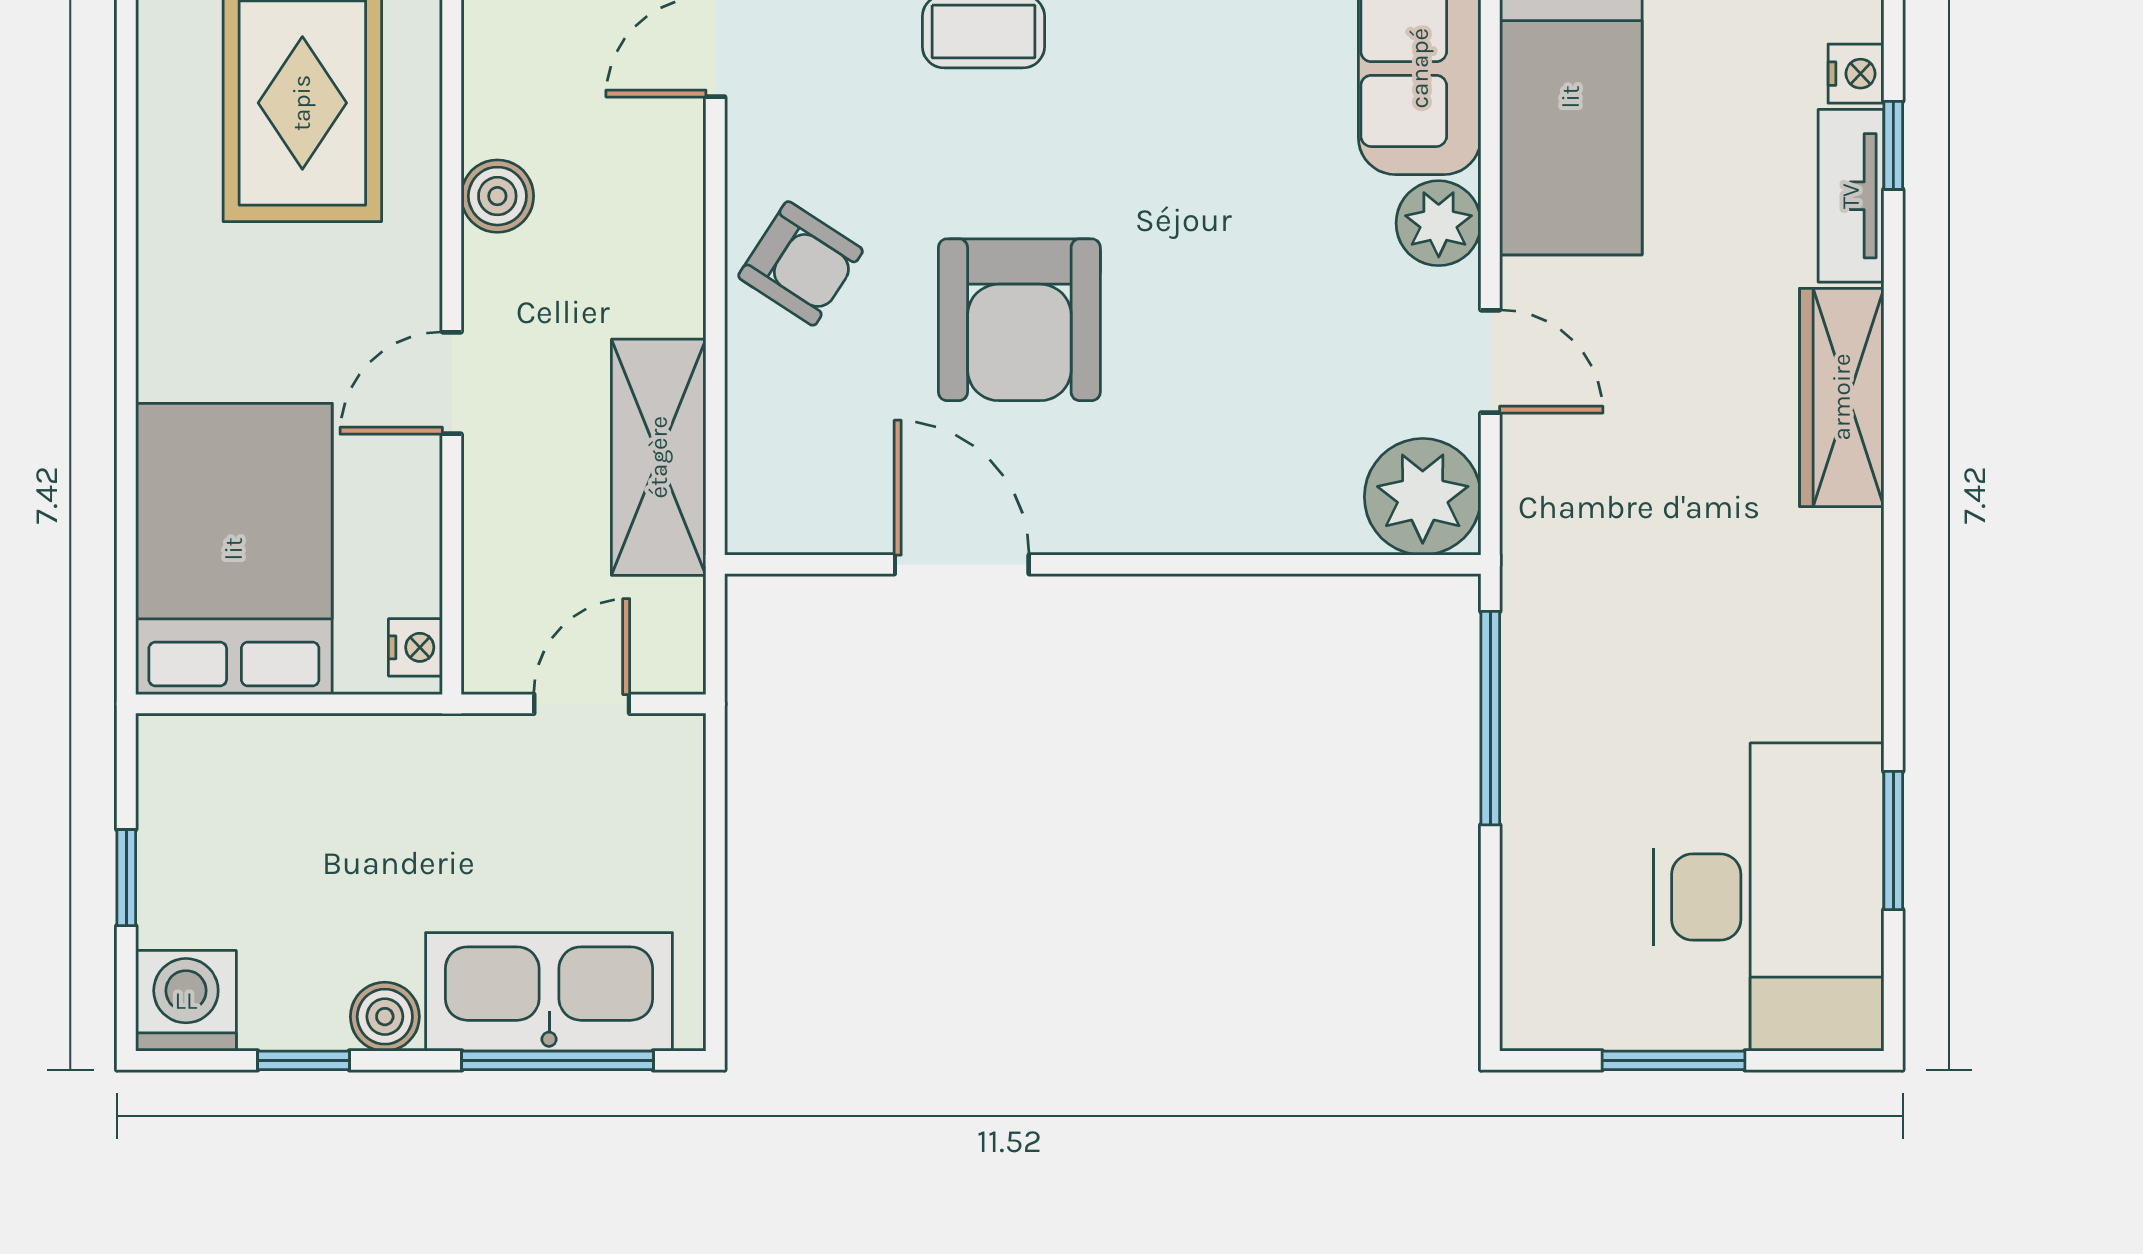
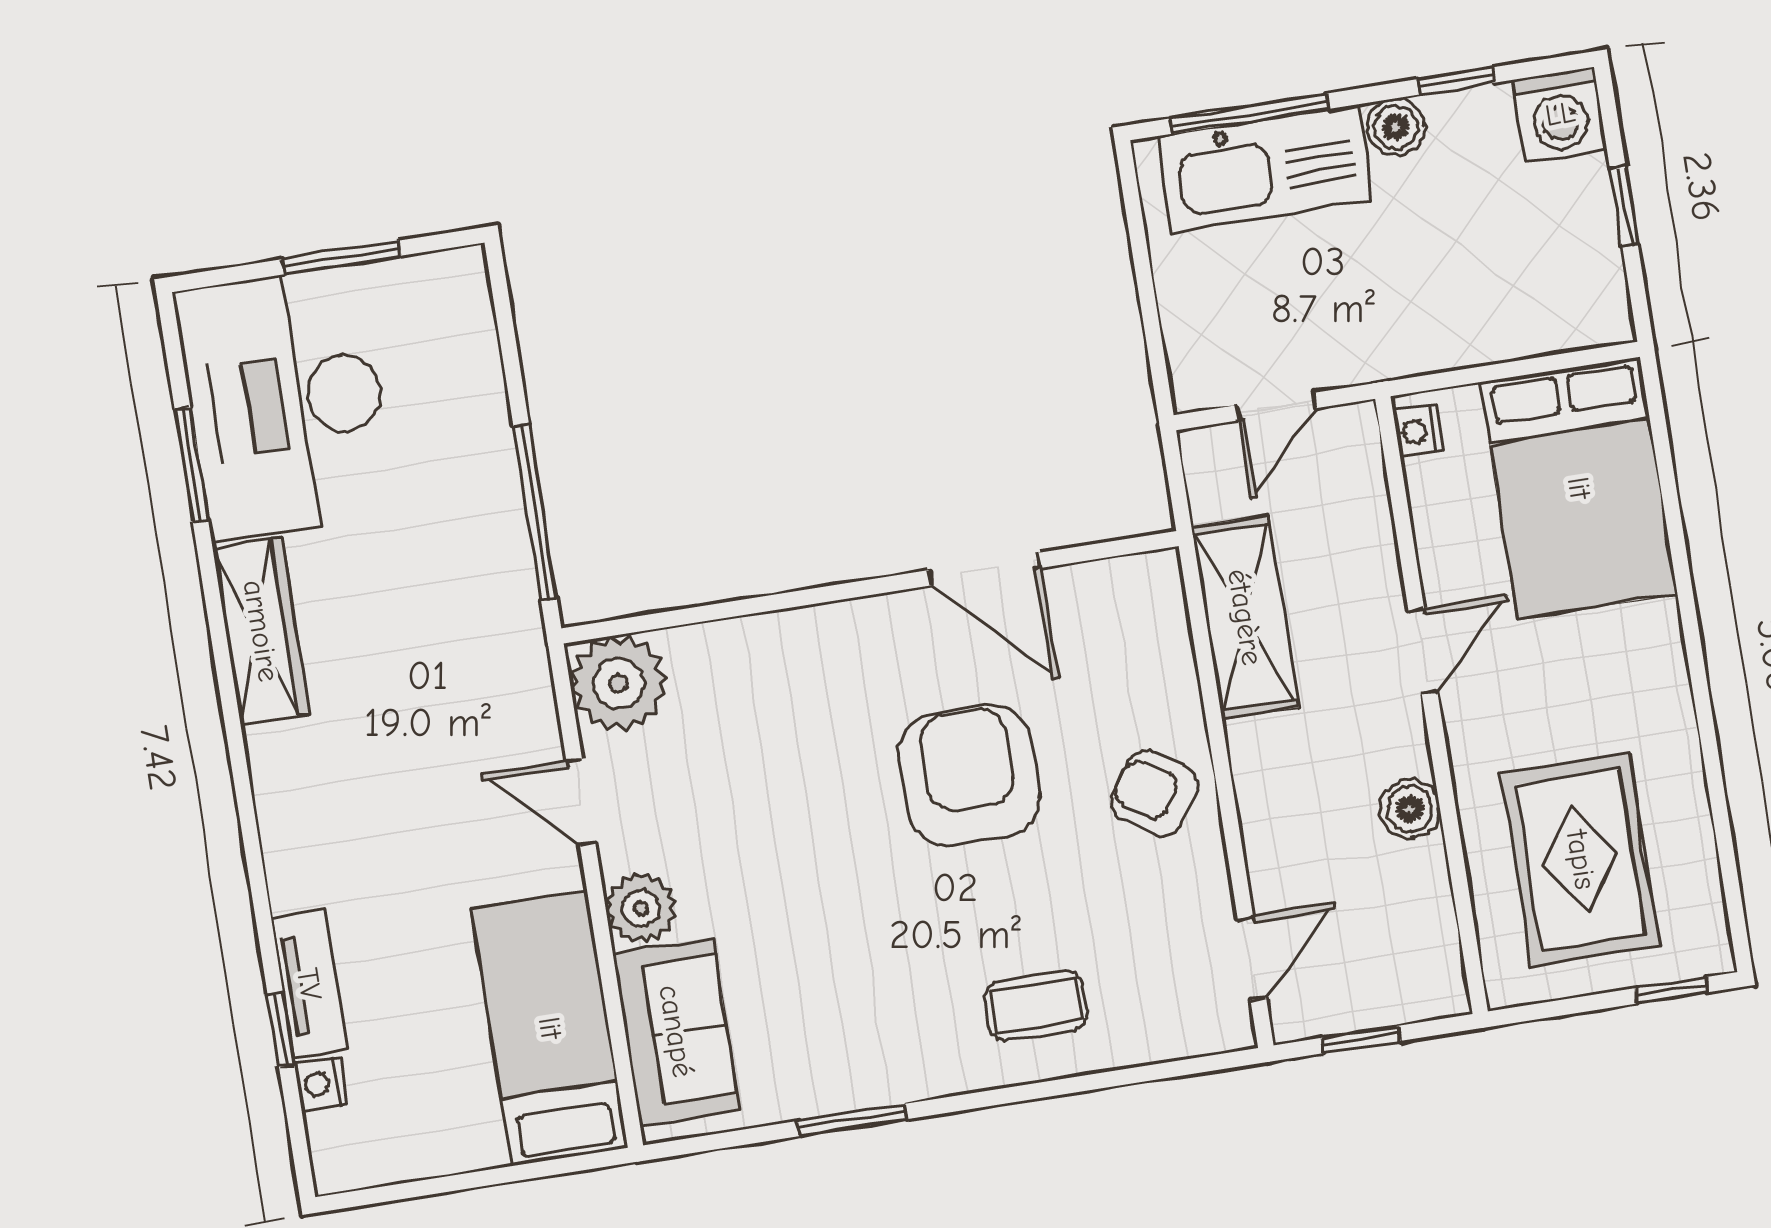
wardrobe: (1842, 397) -> (261, 631), moved

